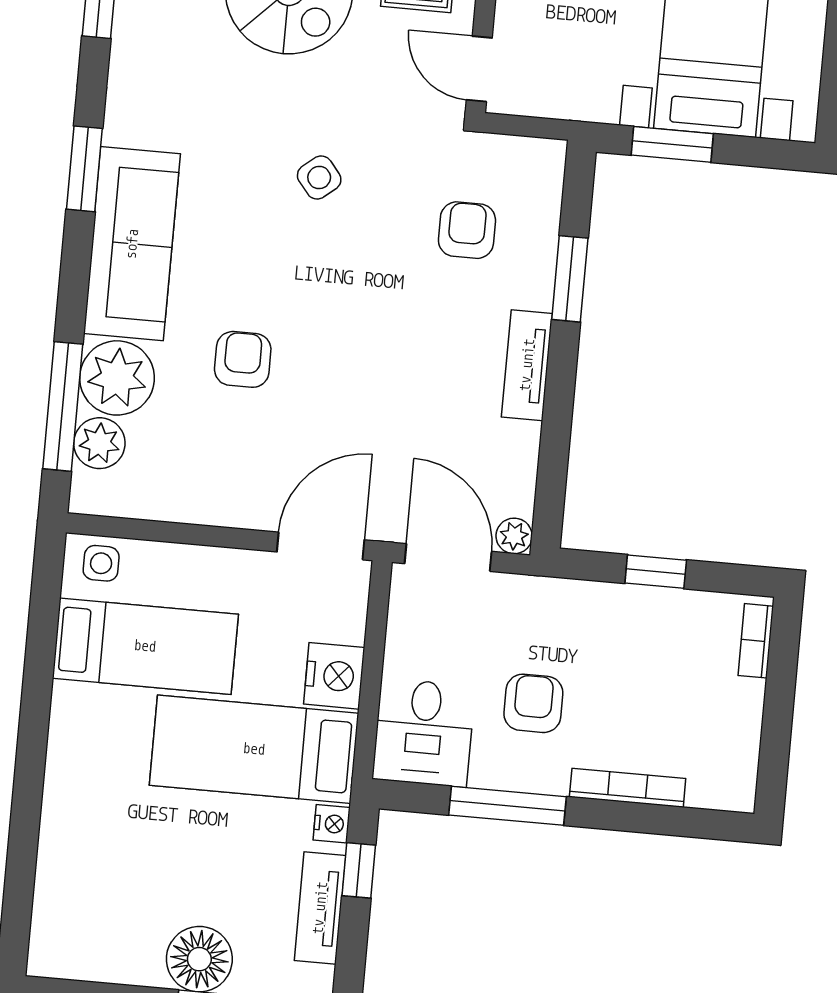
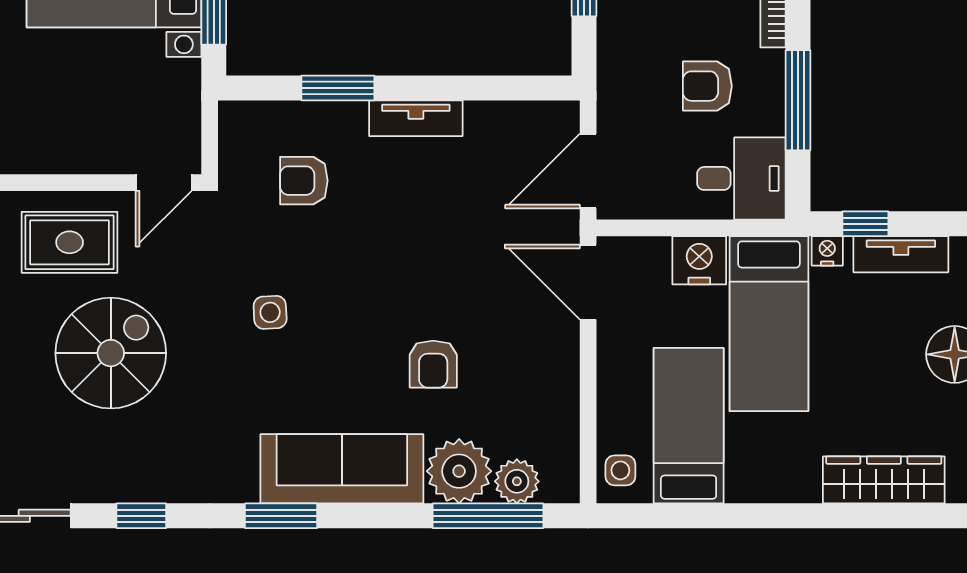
side table: (319, 178) -> (270, 312), turned 36
armchair: (243, 359) -> (433, 364), turned -90
plant: (514, 536) -> (564, 116), removed
wardrobe: (63, 865) -> (884, 480), added

